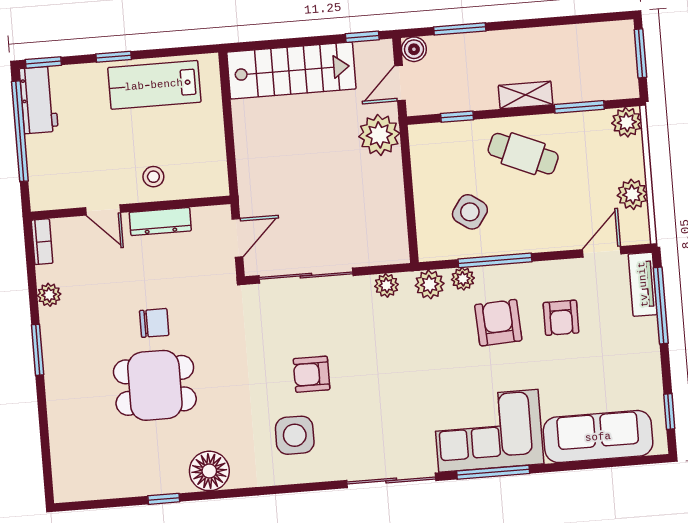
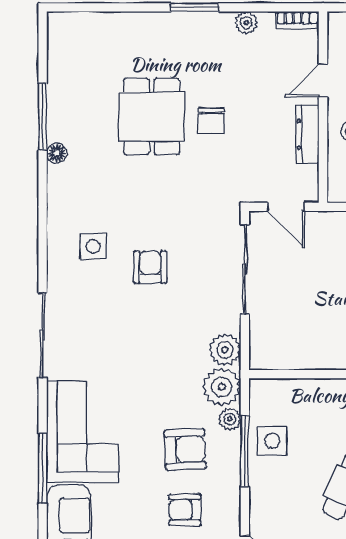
side table: (470, 212) -> (272, 441), moved, turned -35
plant: (430, 284) -> (222, 387), width x1.36, depth x1.36
plant: (387, 285) -> (225, 350), width x1.38, depth x1.38
side table: (295, 435) -> (93, 246), width x0.73, depth x0.73
floor lamp: (209, 471) -> (57, 153), width x0.53, depth x0.53
window: (493, 472) -> (43, 468), moved
window: (164, 499) -> (43, 116), width x2.17

